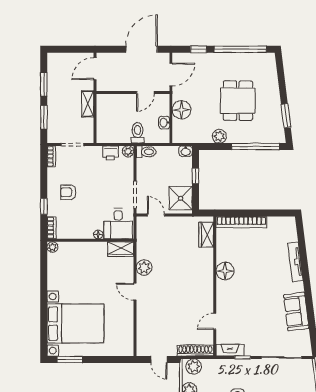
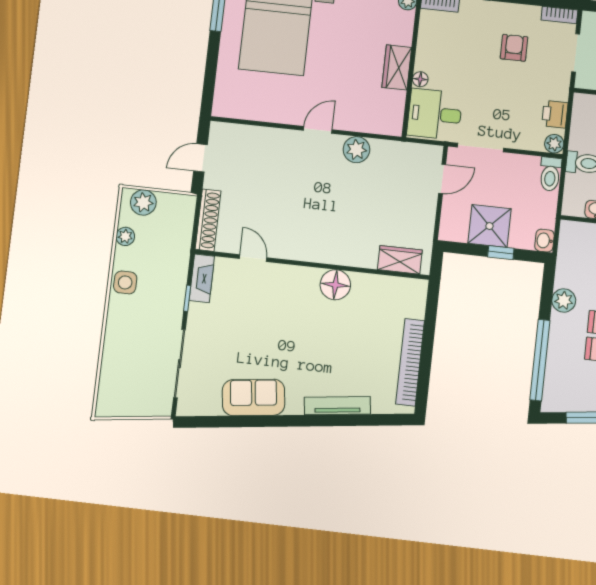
armchair: (68, 192) -> (514, 48), moved
shower: (181, 198) -> (489, 226), moved
bookcase: (241, 222) -> (410, 362), moved
wardrobe: (121, 249) -> (397, 67), moved
plant: (194, 367) -> (182, 214), removed

